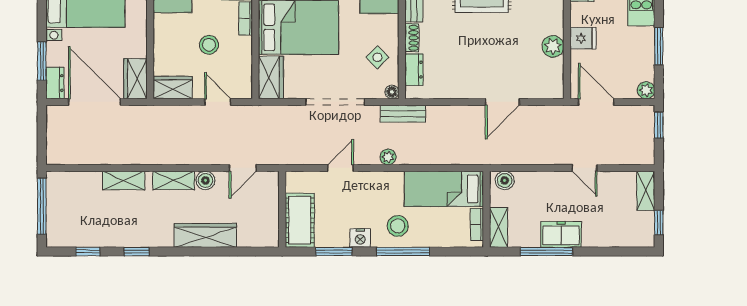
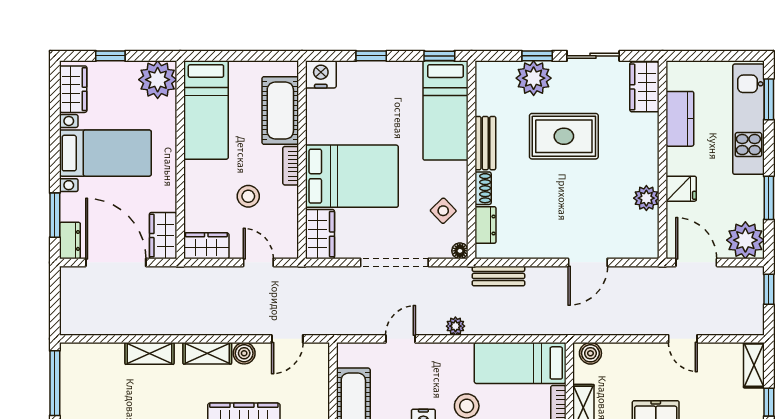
plant: (646, 90) -> (745, 240), width x1.88, depth x1.88
bench: (403, 114) -> (498, 276), moved

